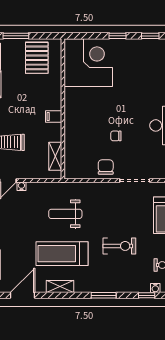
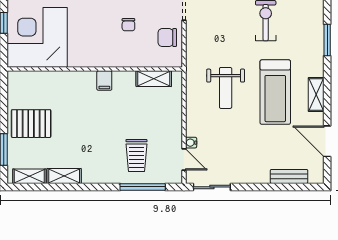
corner desk: (88, 63) -> (37, 37), moved
wall: (63, 109) -> (95, 69), moved
filing cabinet: (54, 117) -> (104, 81), moved
shelving: (55, 156) -> (154, 79), moved

